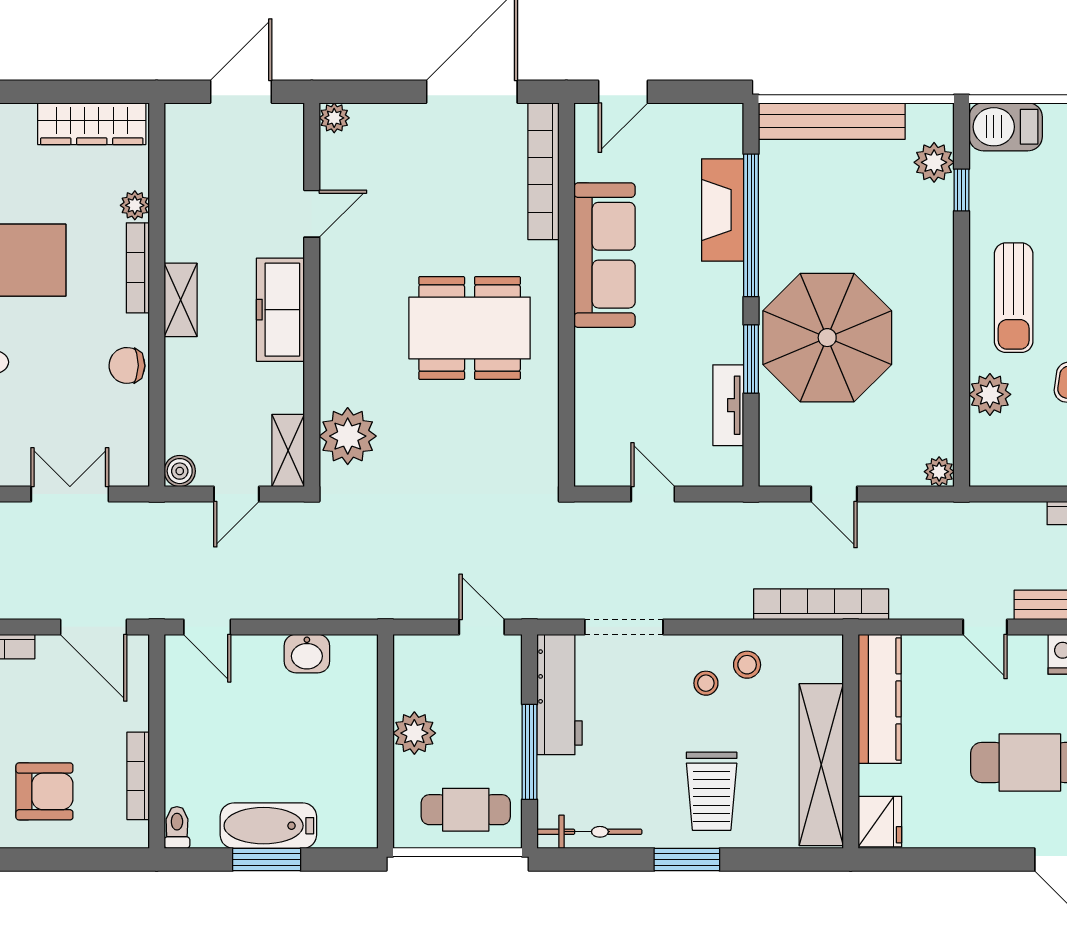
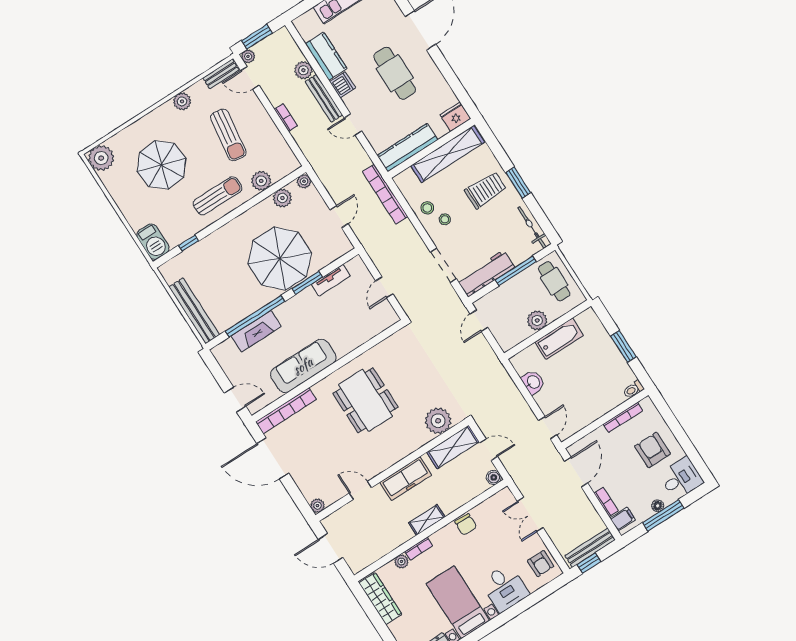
plant: (934, 162) -> (282, 198), moved
bookcase: (138, 268) -> (419, 549), width x0.64
shelving: (288, 451) -> (453, 447), width x1.50, depth x1.33
door: (985, 627) -> (353, 125), swing flipped
bathtub: (268, 826) -> (559, 339), moved, turned -90

